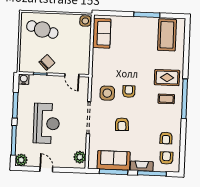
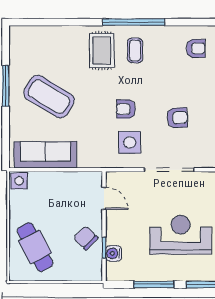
cafe table: (42, 30) -> (35, 247), turned -44
sofa: (102, 33) -> (45, 155), width x1.36
coffee table: (167, 35) -> (49, 97), moved, turned 31
door: (72, 75) -> (104, 198), hinge flipped
water cooler: (24, 79) -> (114, 253), moved

